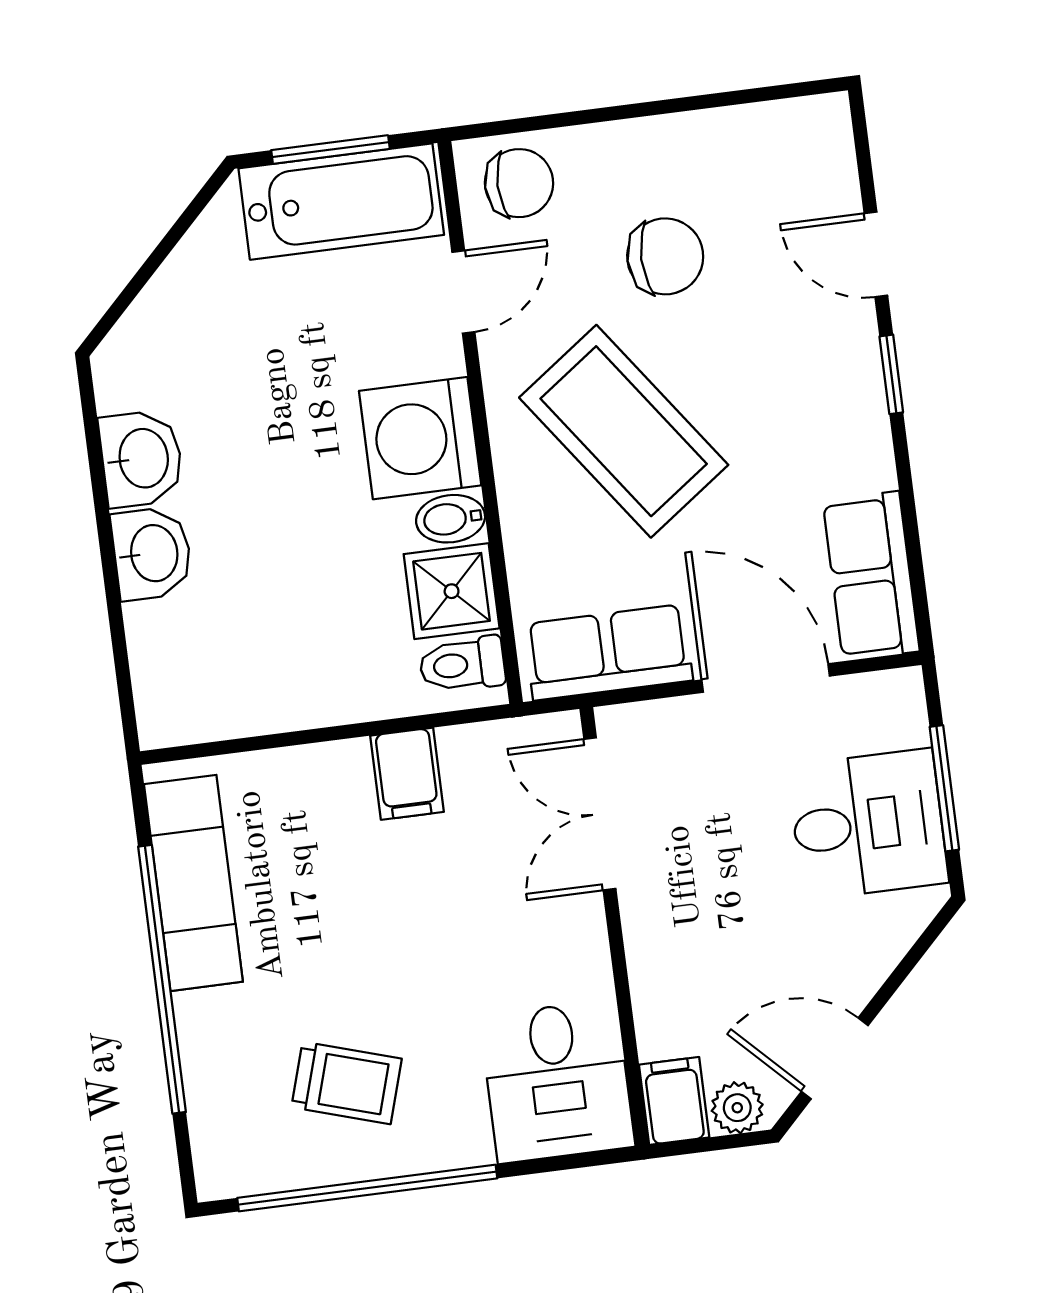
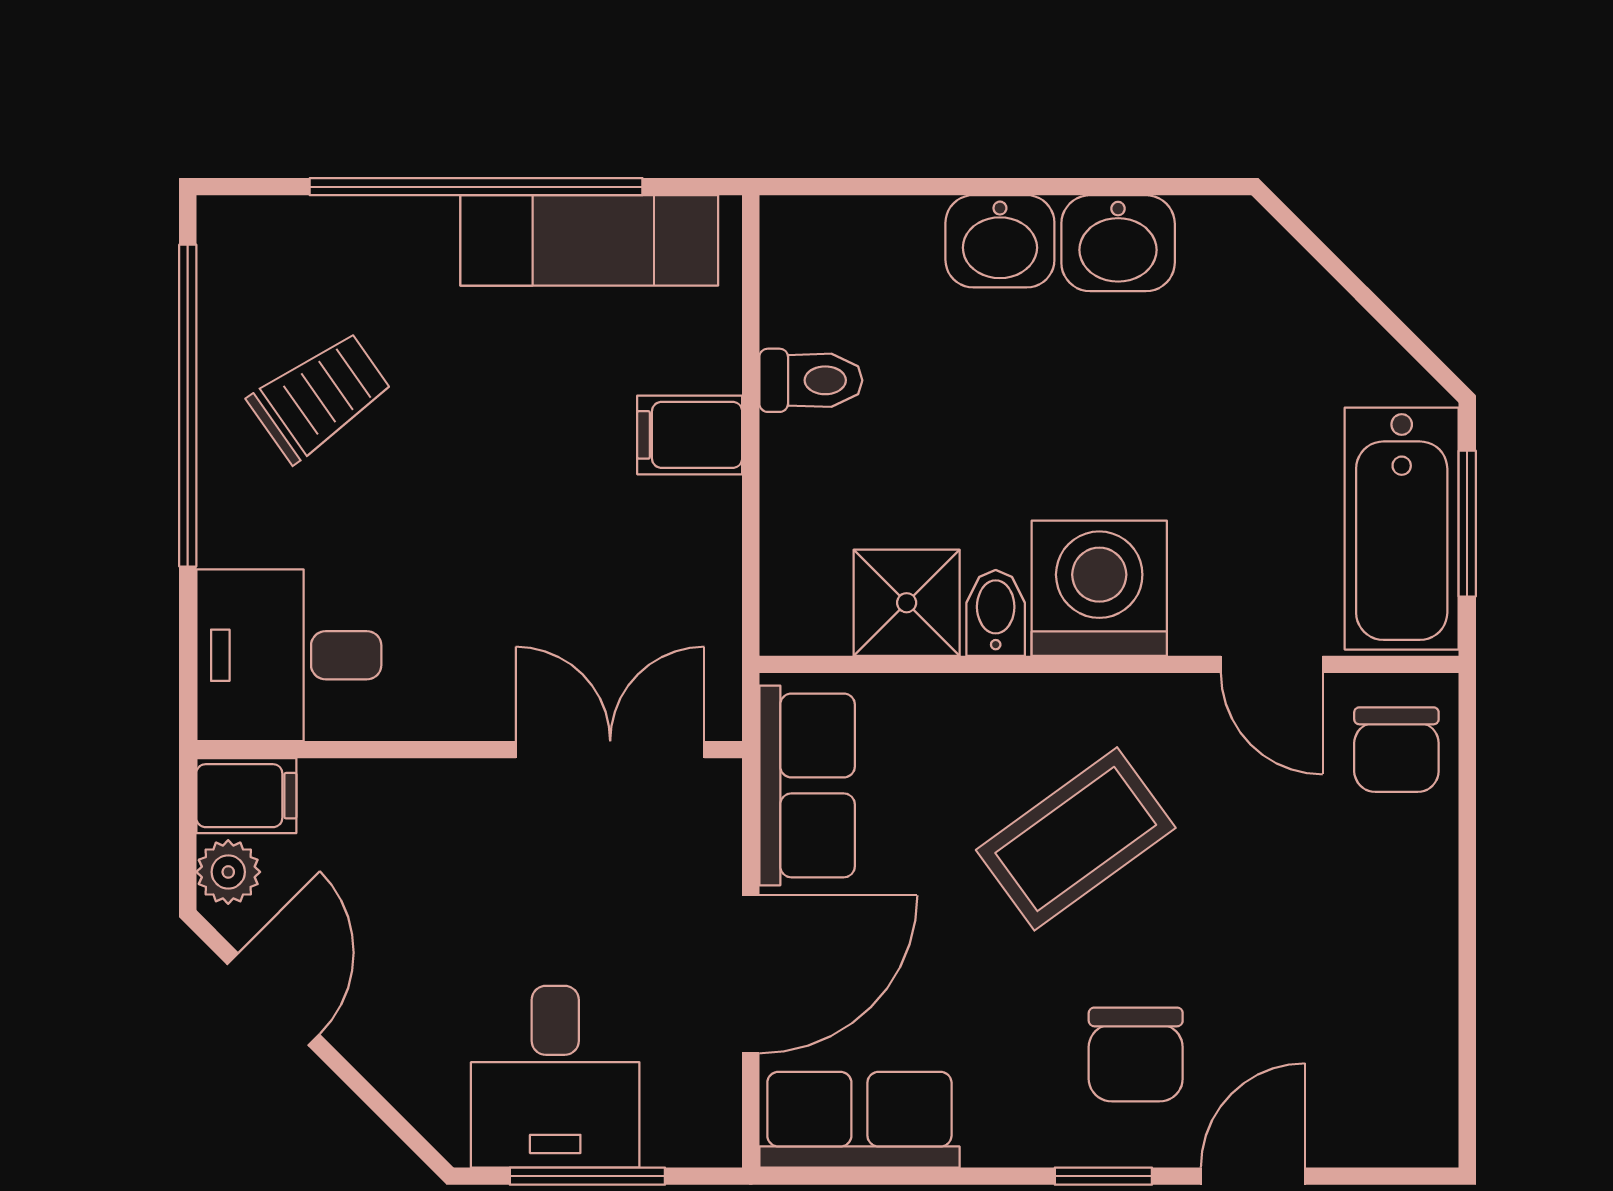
chair: (665, 256) -> (1136, 1055), moved
coffee table: (624, 431) -> (1076, 839), width x0.73, depth x0.76
toilet: (462, 664) -> (811, 380), moved, turned 90
filing cabinet: (407, 774) -> (690, 435), moved
trolley: (347, 1083) -> (320, 397), turned -142

